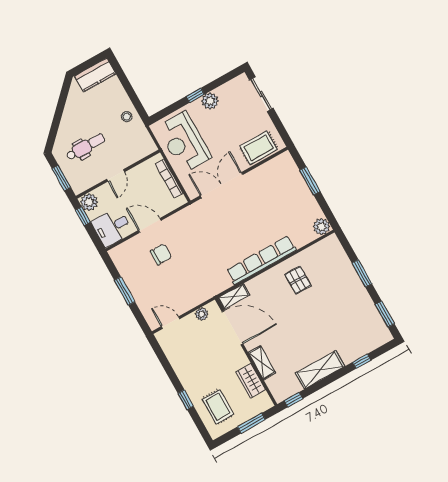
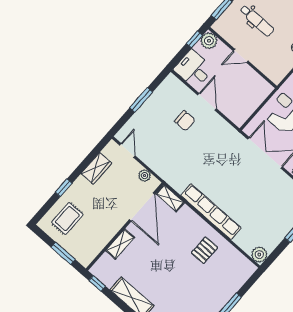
bookcase: (169, 179) -> (254, 104), removed
wardrobe: (251, 381) -> (96, 168), moved, turned 180

